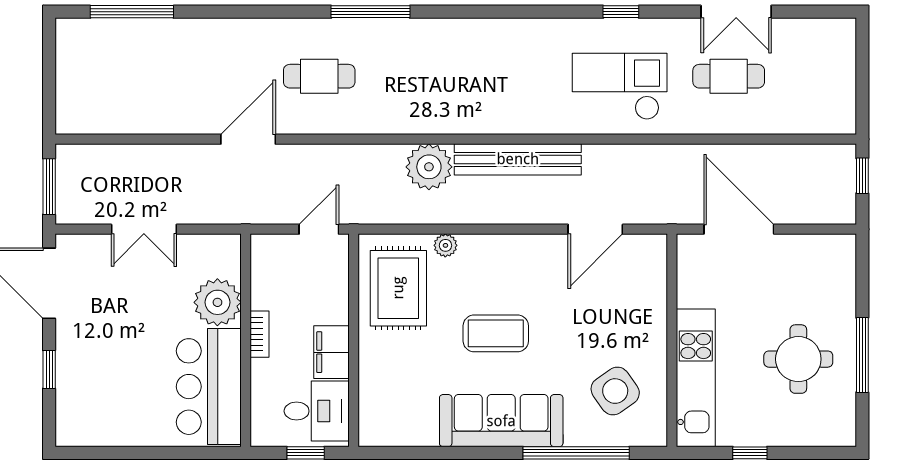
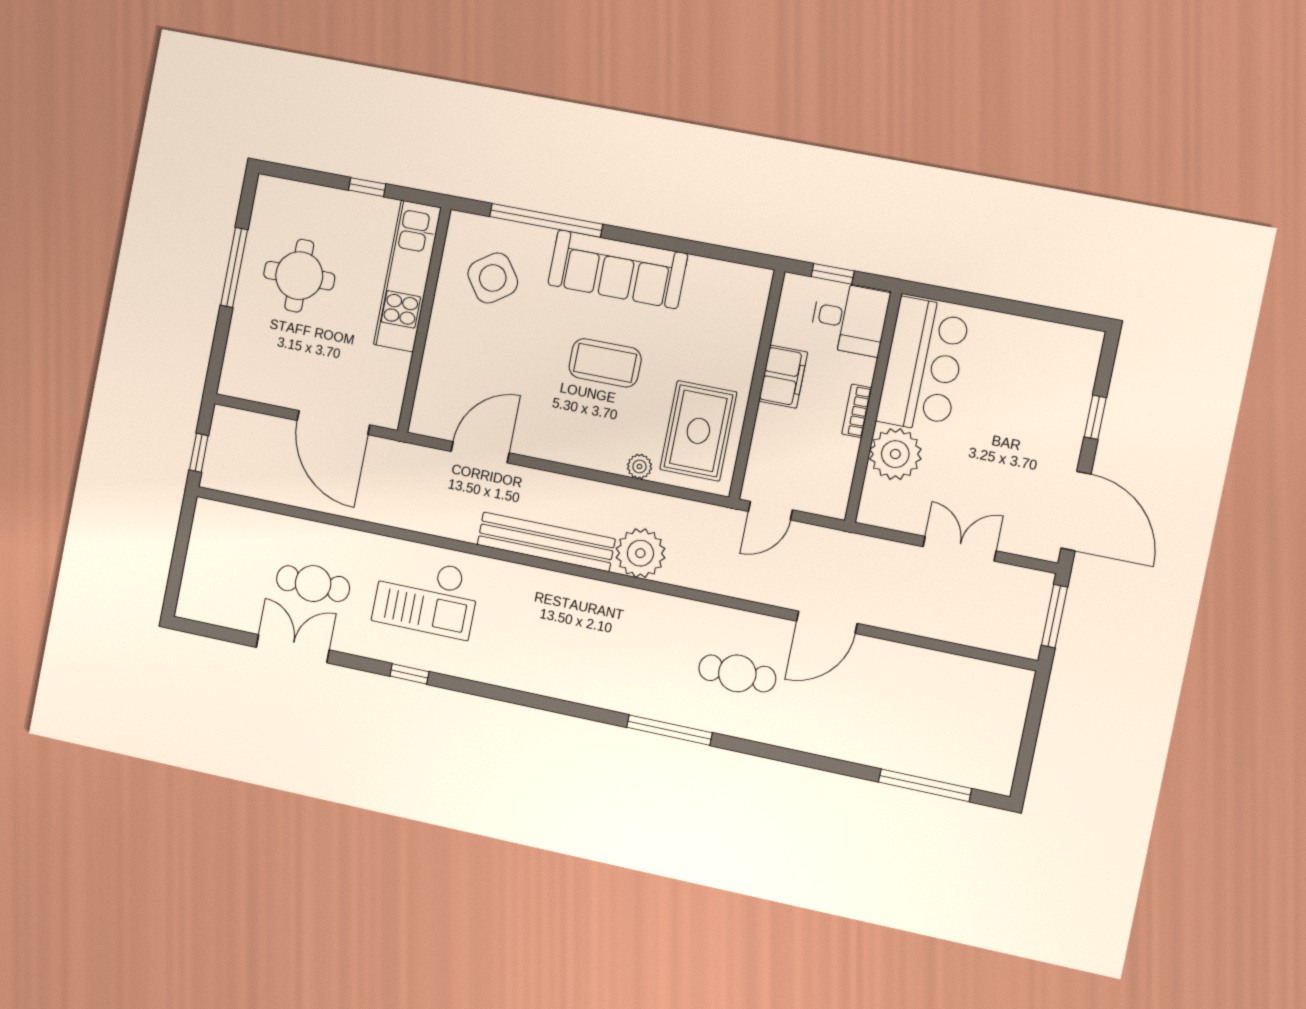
desk: (317, 411) -> (849, 319), moved, turned 180

